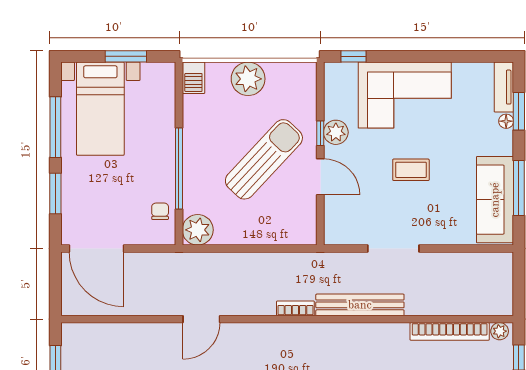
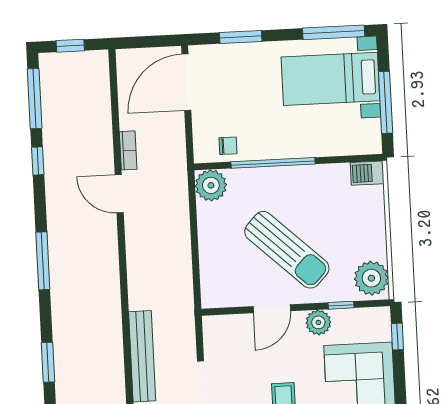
window: (126, 56) -> (386, 102), width x1.44
plant: (248, 79) -> (371, 278), moved
window: (55, 127) -> (334, 32), moved
window: (320, 133) -> (341, 305), moved
bookcase: (295, 308) -> (128, 150), moved

